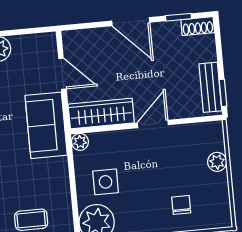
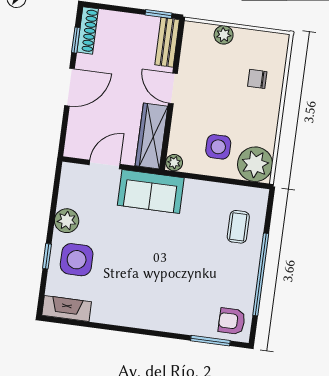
shoe rack: (198, 26) -> (88, 30), width x1.43
bench: (210, 87) -> (167, 42), moved, turned 90

